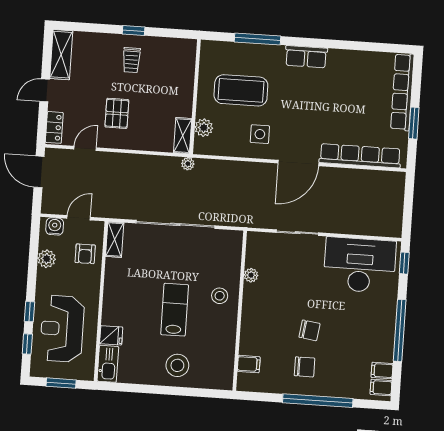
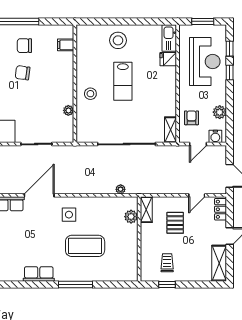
wall: (195, 97) -> (139, 239), moved
plant: (204, 128) -> (131, 217), moved
shelving: (183, 136) -> (146, 210), moved

